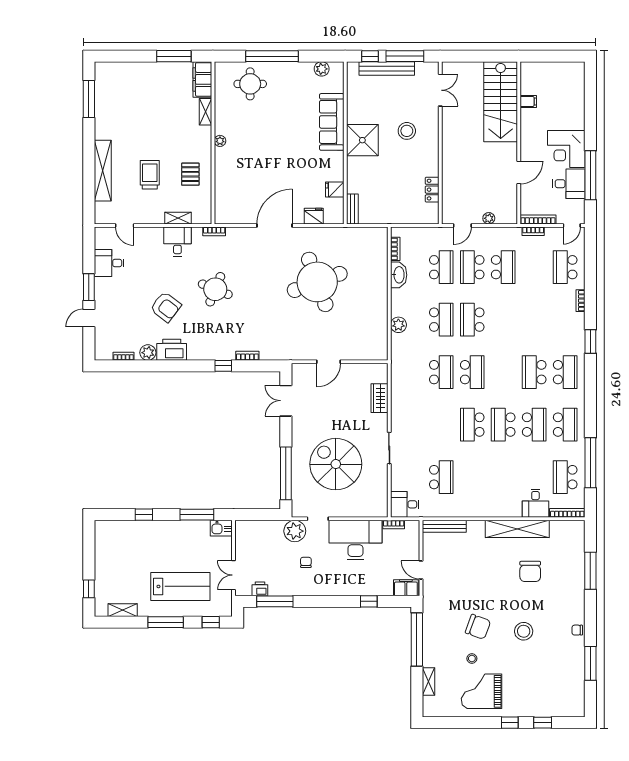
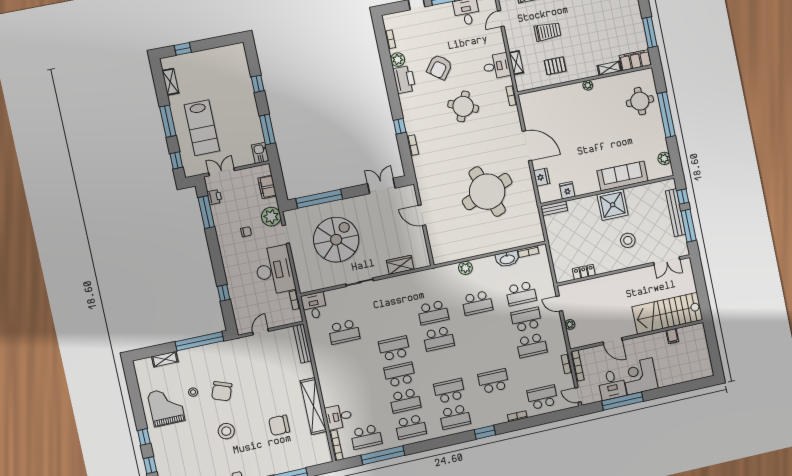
school desk: (472, 320) -> (493, 381), moved
school desk: (565, 477) -> (366, 437), turned 180
filing cabinet: (406, 588) -> (267, 187), moved, turned 180

